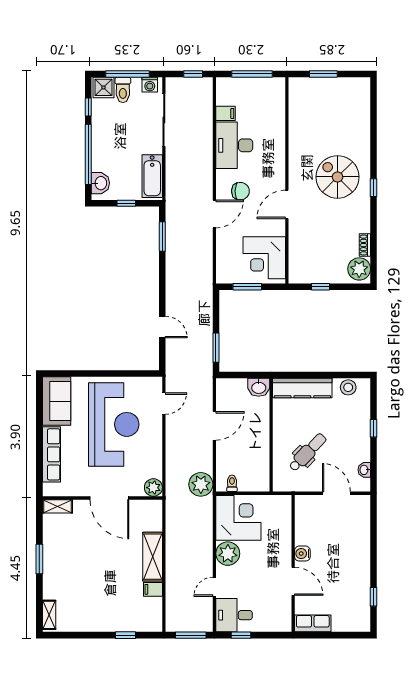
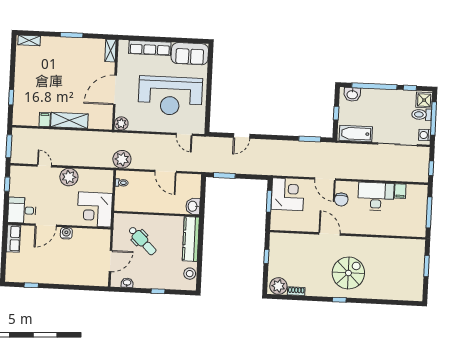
corner desk: (264, 258) -> (288, 194), moved, turned 90
corner desk: (238, 518) -> (95, 209), moved, turned 90
desk: (234, 615) -> (22, 210), moved, turned -90

